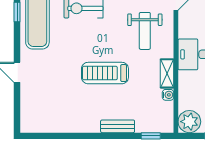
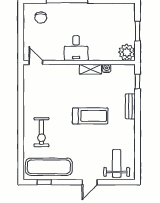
weight bench: (145, 31) -> (117, 163), moved, turned -90
treadmill: (105, 73) -> (90, 116), turned -90

